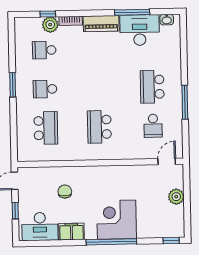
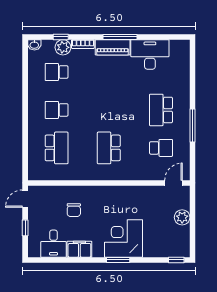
window: (132, 12) -> (120, 37), moved
washbasin: (167, 20) -> (34, 45), moved
window: (13, 85) -> (25, 105), removed
school desk: (153, 126) -> (161, 148), turned -90
chair: (65, 191) -> (74, 210), turned 180
desk: (40, 227) -> (53, 244), width x0.73
window: (111, 242) -> (118, 260), width x0.47

